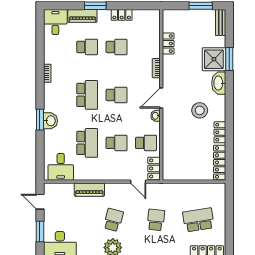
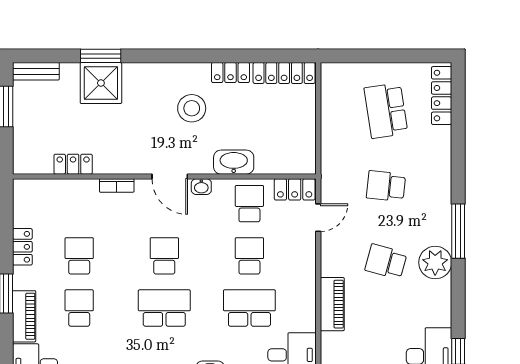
washbasin: (219, 83) -> (234, 162), moved, turned 180

